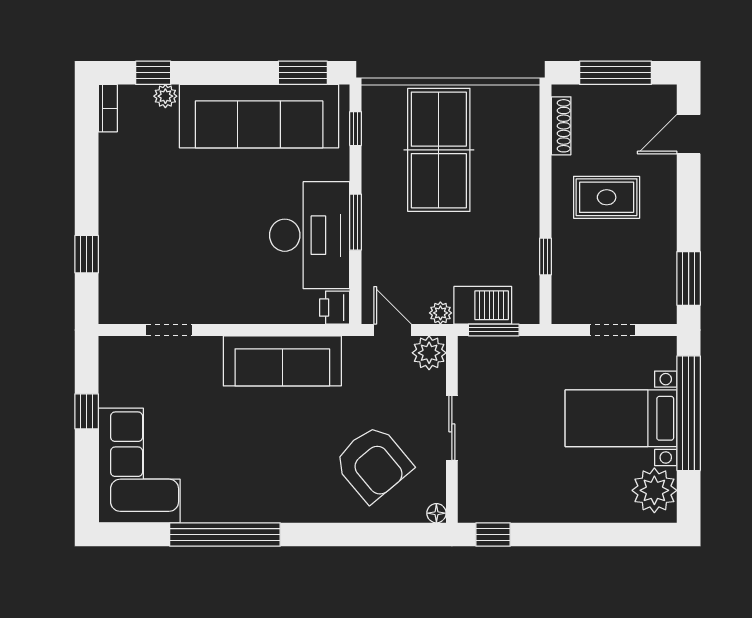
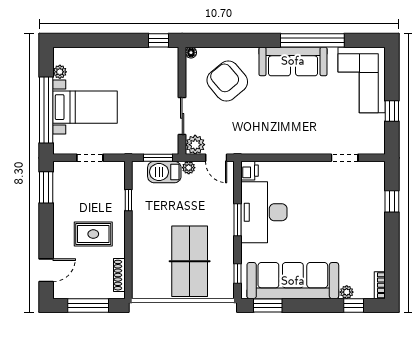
sofa: (282, 361) -> (293, 61), moved, turned 180
sliding door: (452, 428) -> (182, 116), moved
plant: (654, 490) -> (60, 72), width x0.53, depth x0.53

